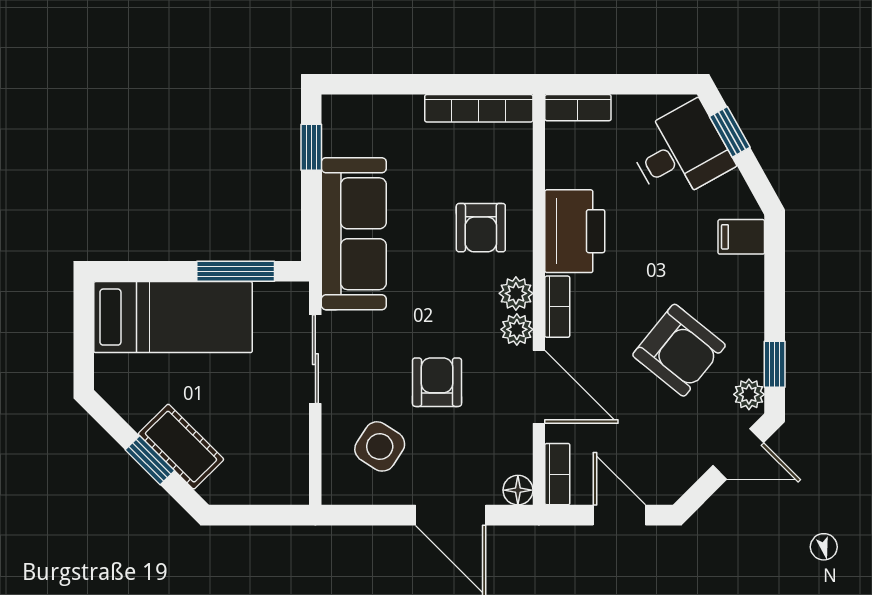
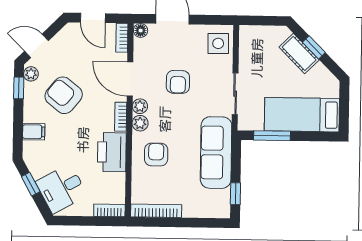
window: (730, 132) -> (31, 184), moved
filing cabinet: (741, 237) -> (34, 132), moved
side table: (380, 446) -> (218, 43), moved, turned -34

